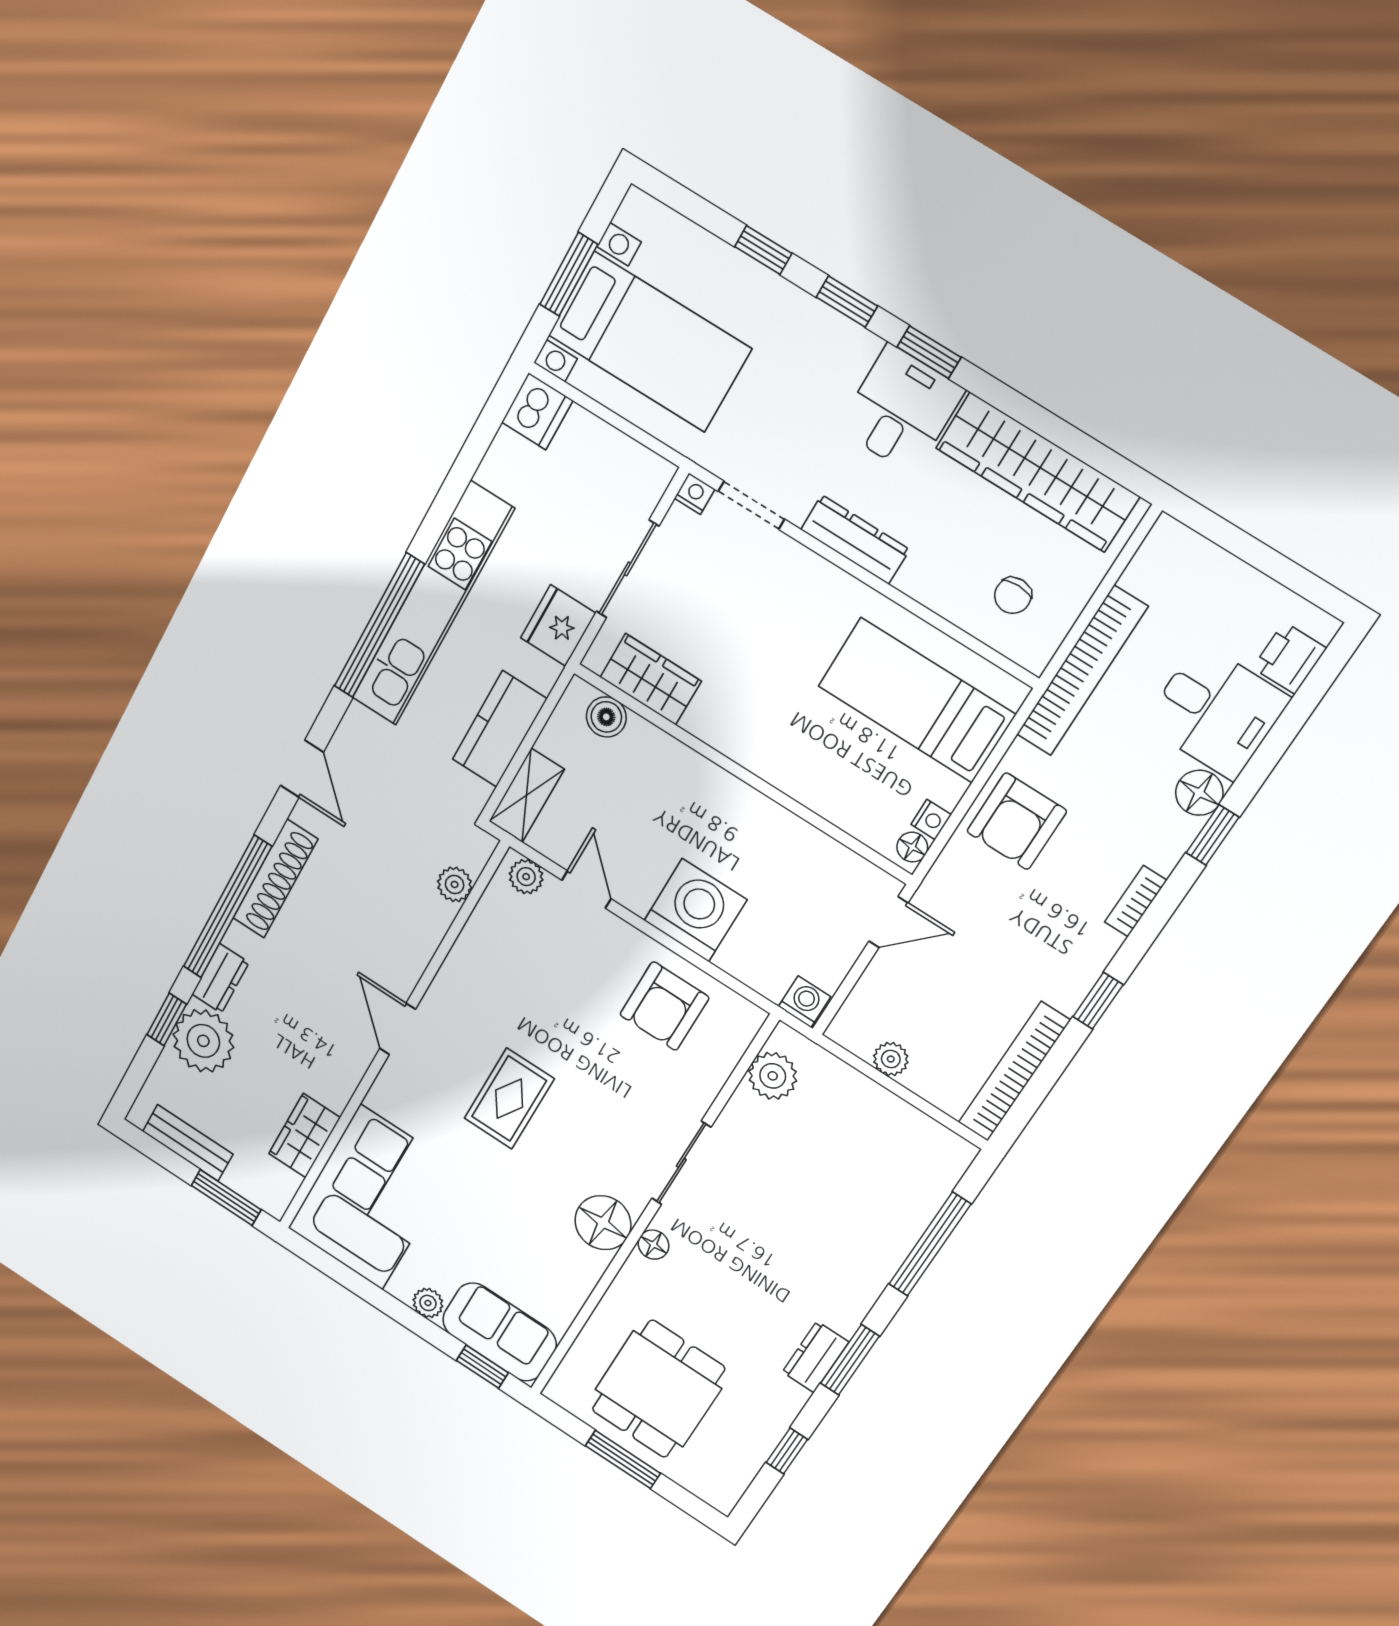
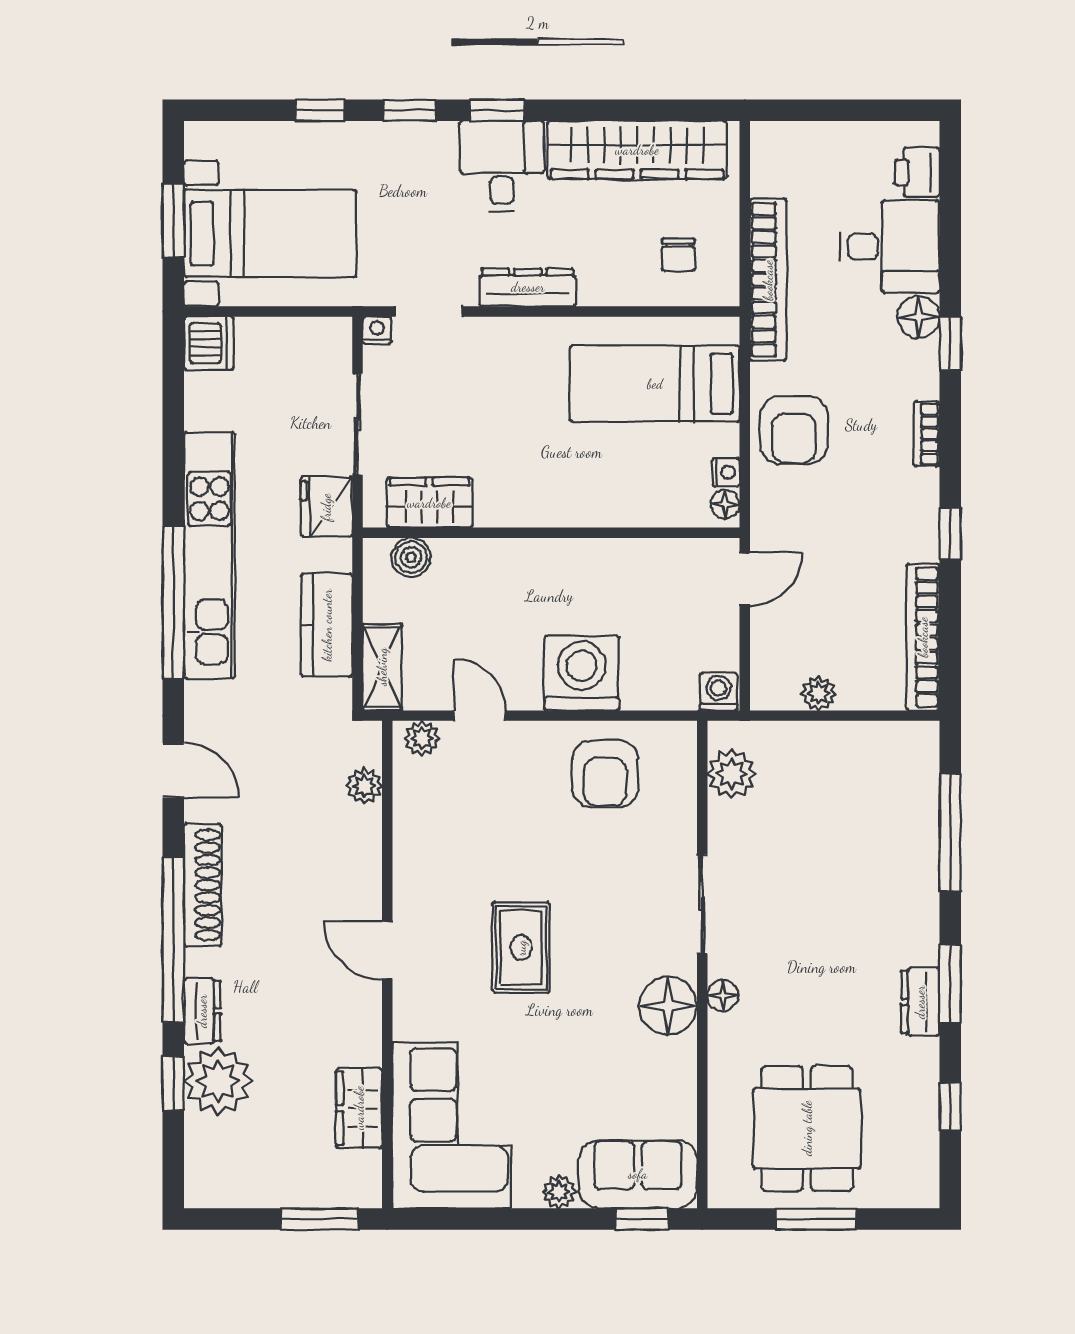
bench: (188, 1143) -> (256, 1190), removed

